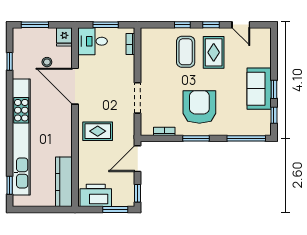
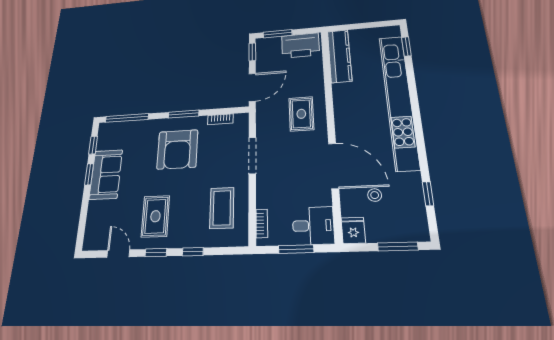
coffee table: (186, 52) -> (222, 208), moved
rug: (98, 131) -> (301, 114), turned 90

